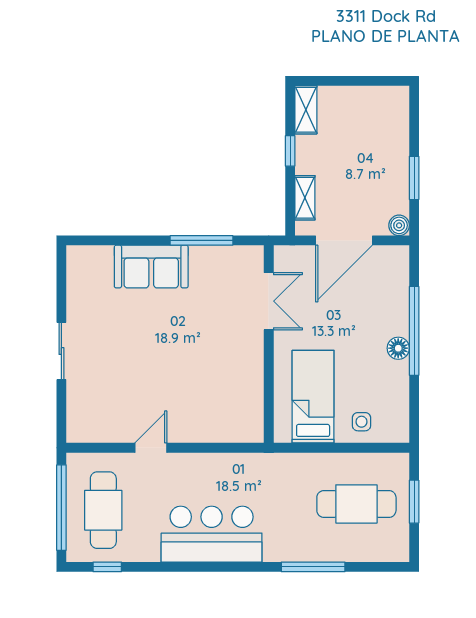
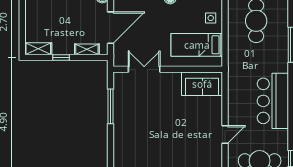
door: (344, 240) -> (111, 28), hinge flipped
sofa: (151, 267) -> (202, 84), moved, turned 90
door: (151, 448) -> (225, 134), swing flipped

